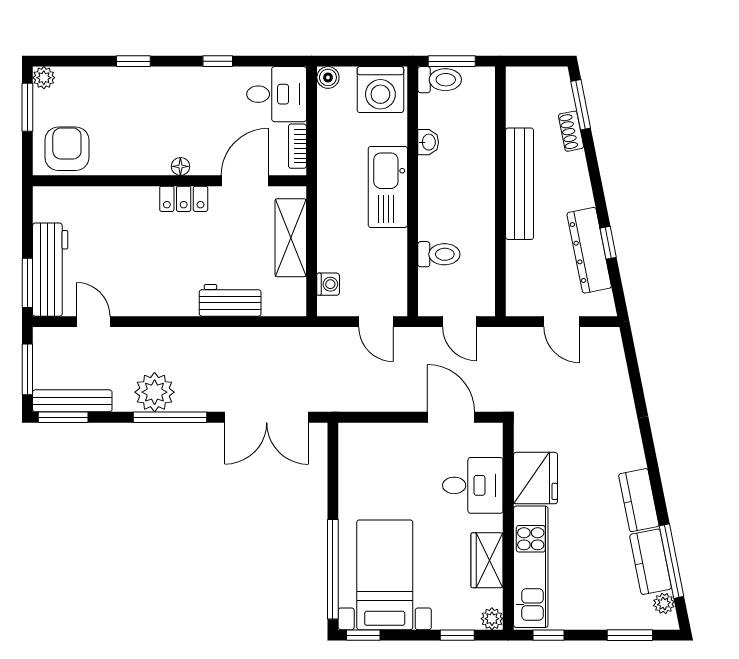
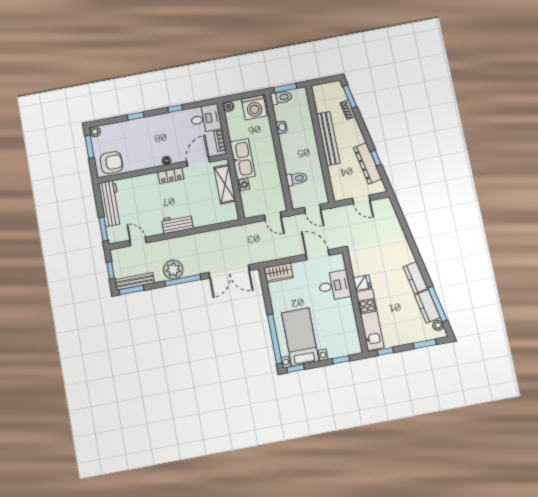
armchair: (67, 149) -> (111, 163), turned 90
kitchen sink: (388, 187) -> (243, 159), moved, turned 180
workbench: (50, 270) -> (110, 203), moved
washing machine: (328, 284) -> (243, 185), moved
workbench: (230, 300) -> (177, 224), moved
window: (27, 369) -> (110, 270), width x0.67
fridge: (535, 478) -> (362, 283), width x0.53, depth x0.75
wardrobe: (487, 560) -> (279, 273), moved, turned -90
plant: (492, 619) -> (356, 349), removed

